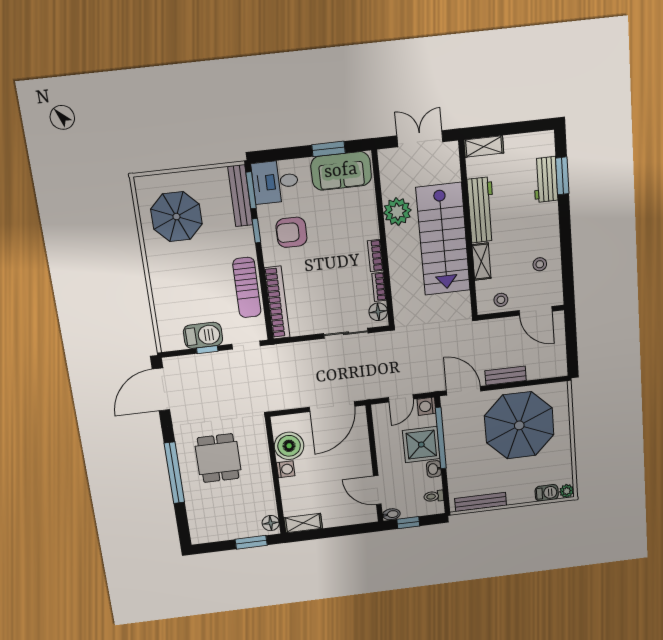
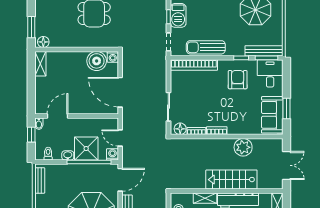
stairs: (443, 239) -> (231, 180), width x0.73, depth x0.66
washing machine: (286, 469) -> (113, 57), moved
bench: (481, 502) -> (40, 180), width x0.73

